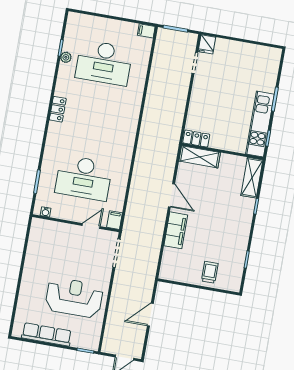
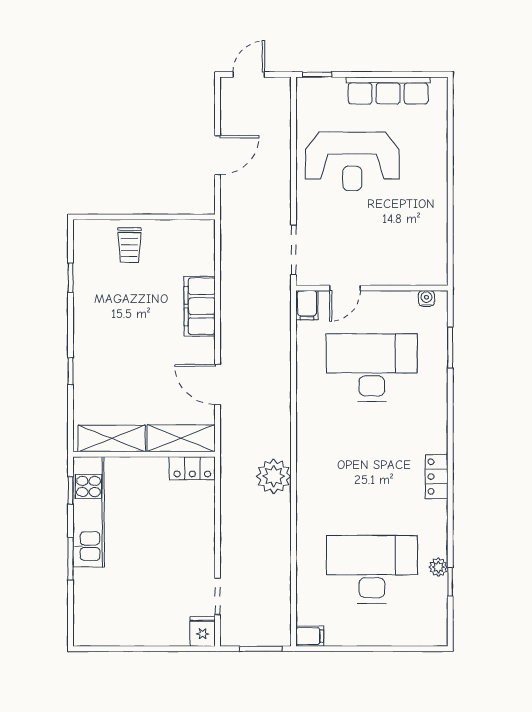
plant: (151, 126) -> (274, 476), added
shelving: (252, 178) -> (112, 438), moved, turned 90
door: (171, 195) -> (218, 384), moved

